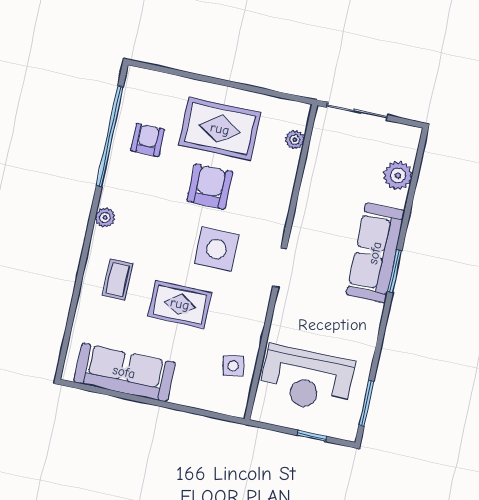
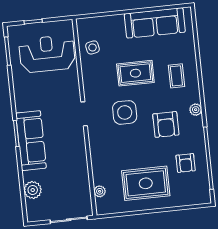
armchair: (210, 186) -> (166, 124), moved

